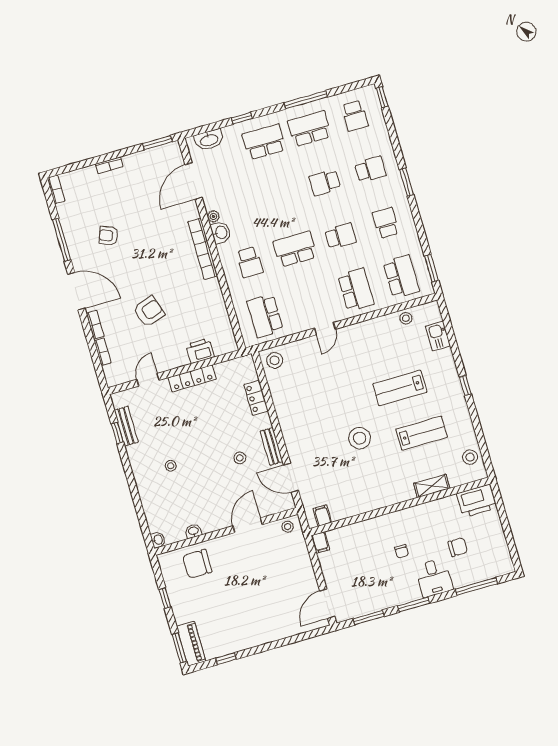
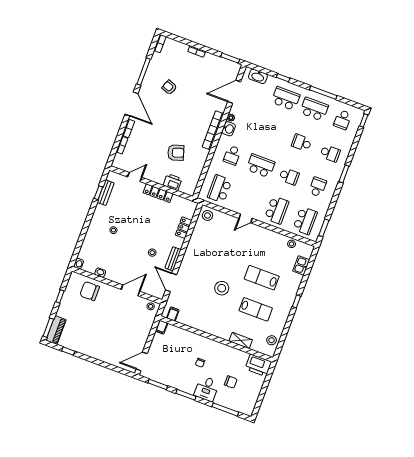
armchair: (149, 311) -> (176, 153), moved

